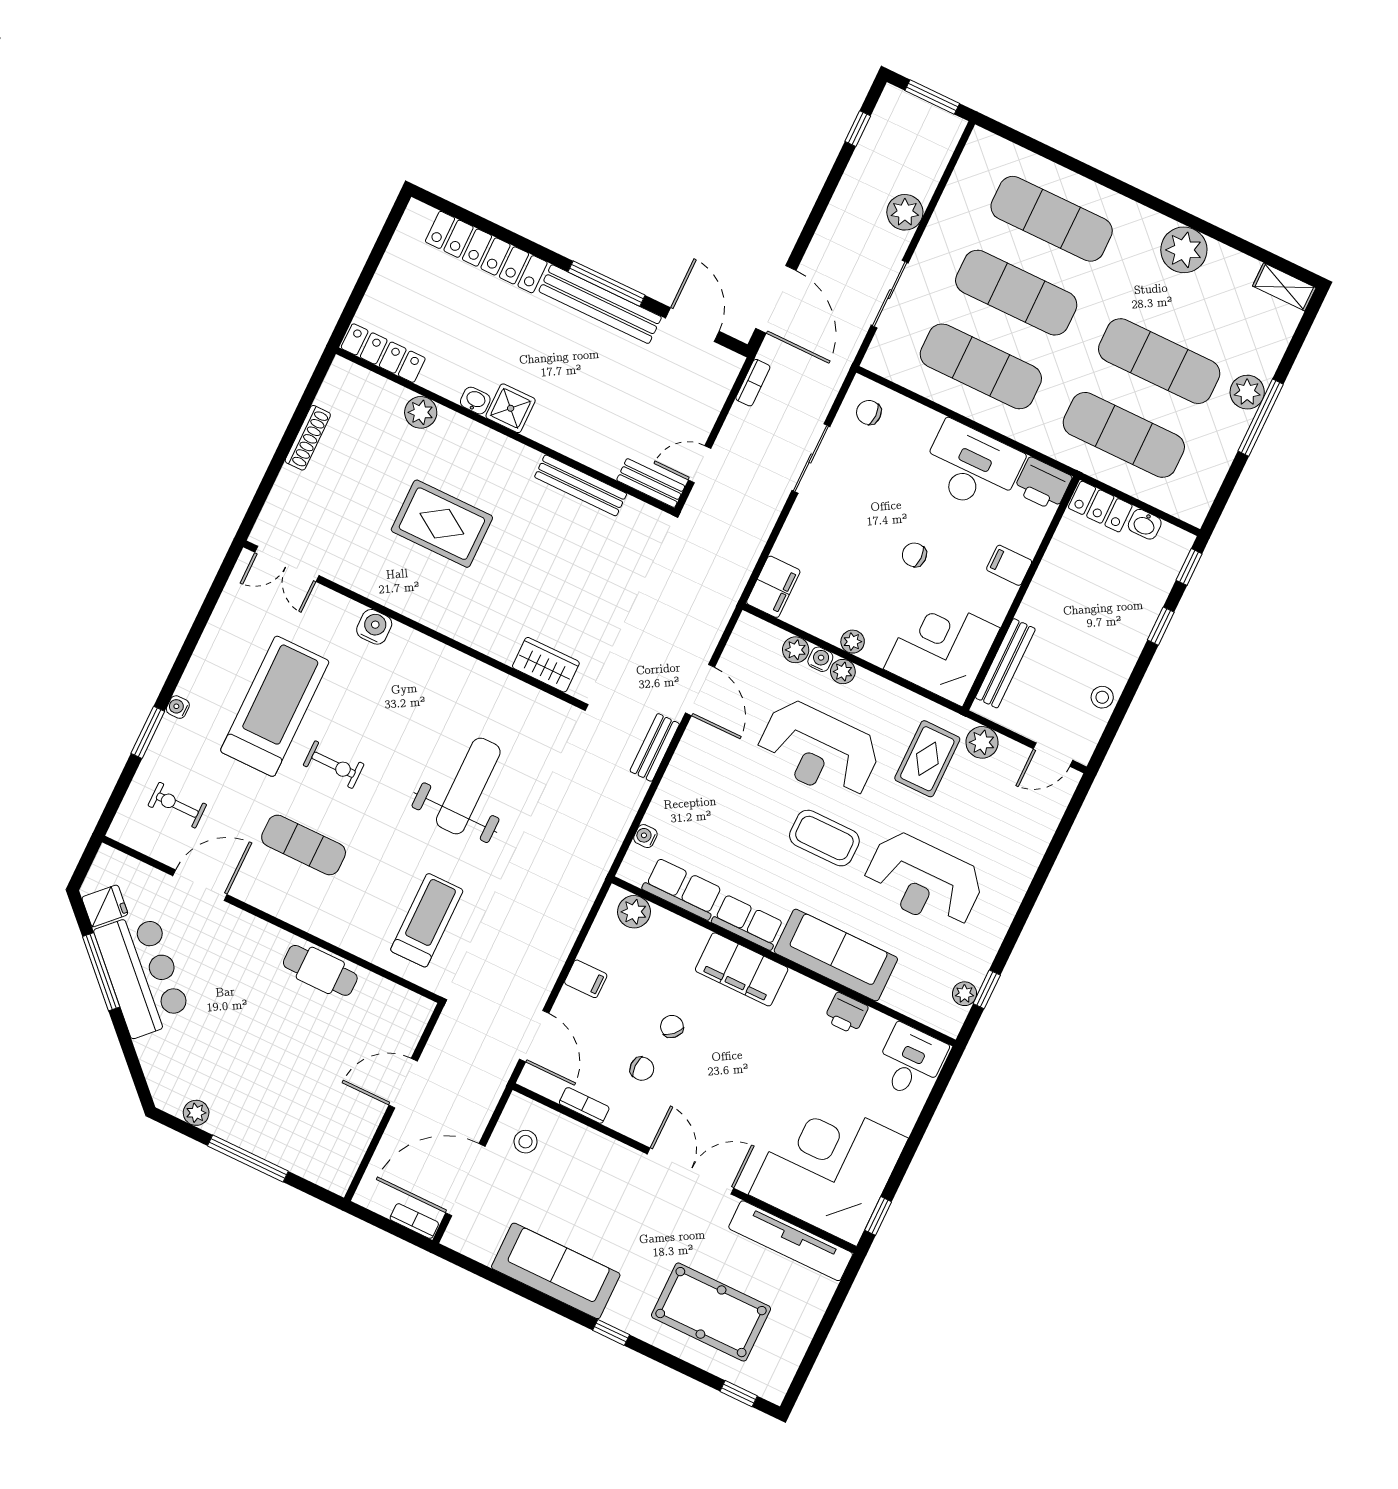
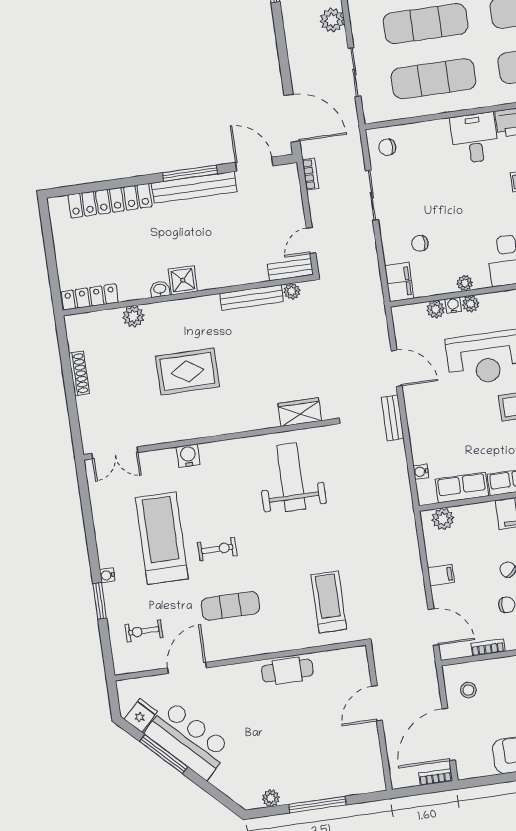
desk: (972, 467) -> (474, 138), width x0.73
plant: (635, 511) -> (292, 291), added
chair: (914, 555) -> (420, 243), moved
weight bench: (468, 786) -> (291, 477), moved

